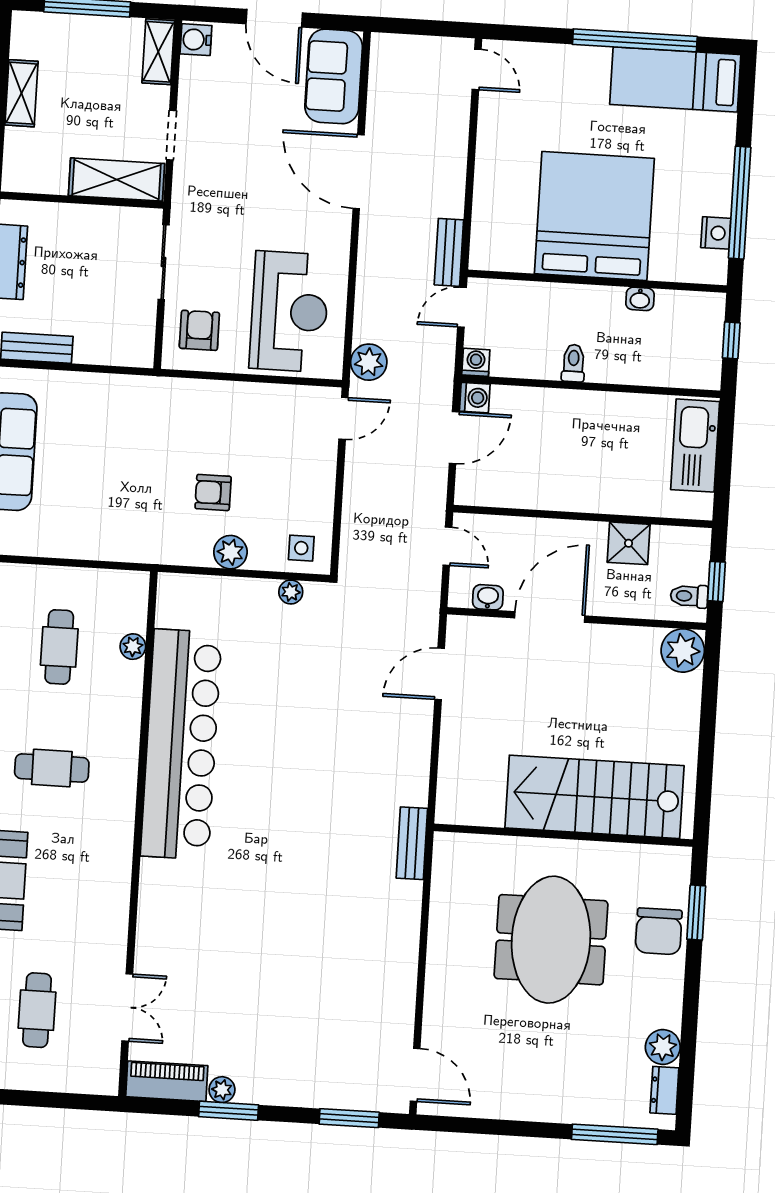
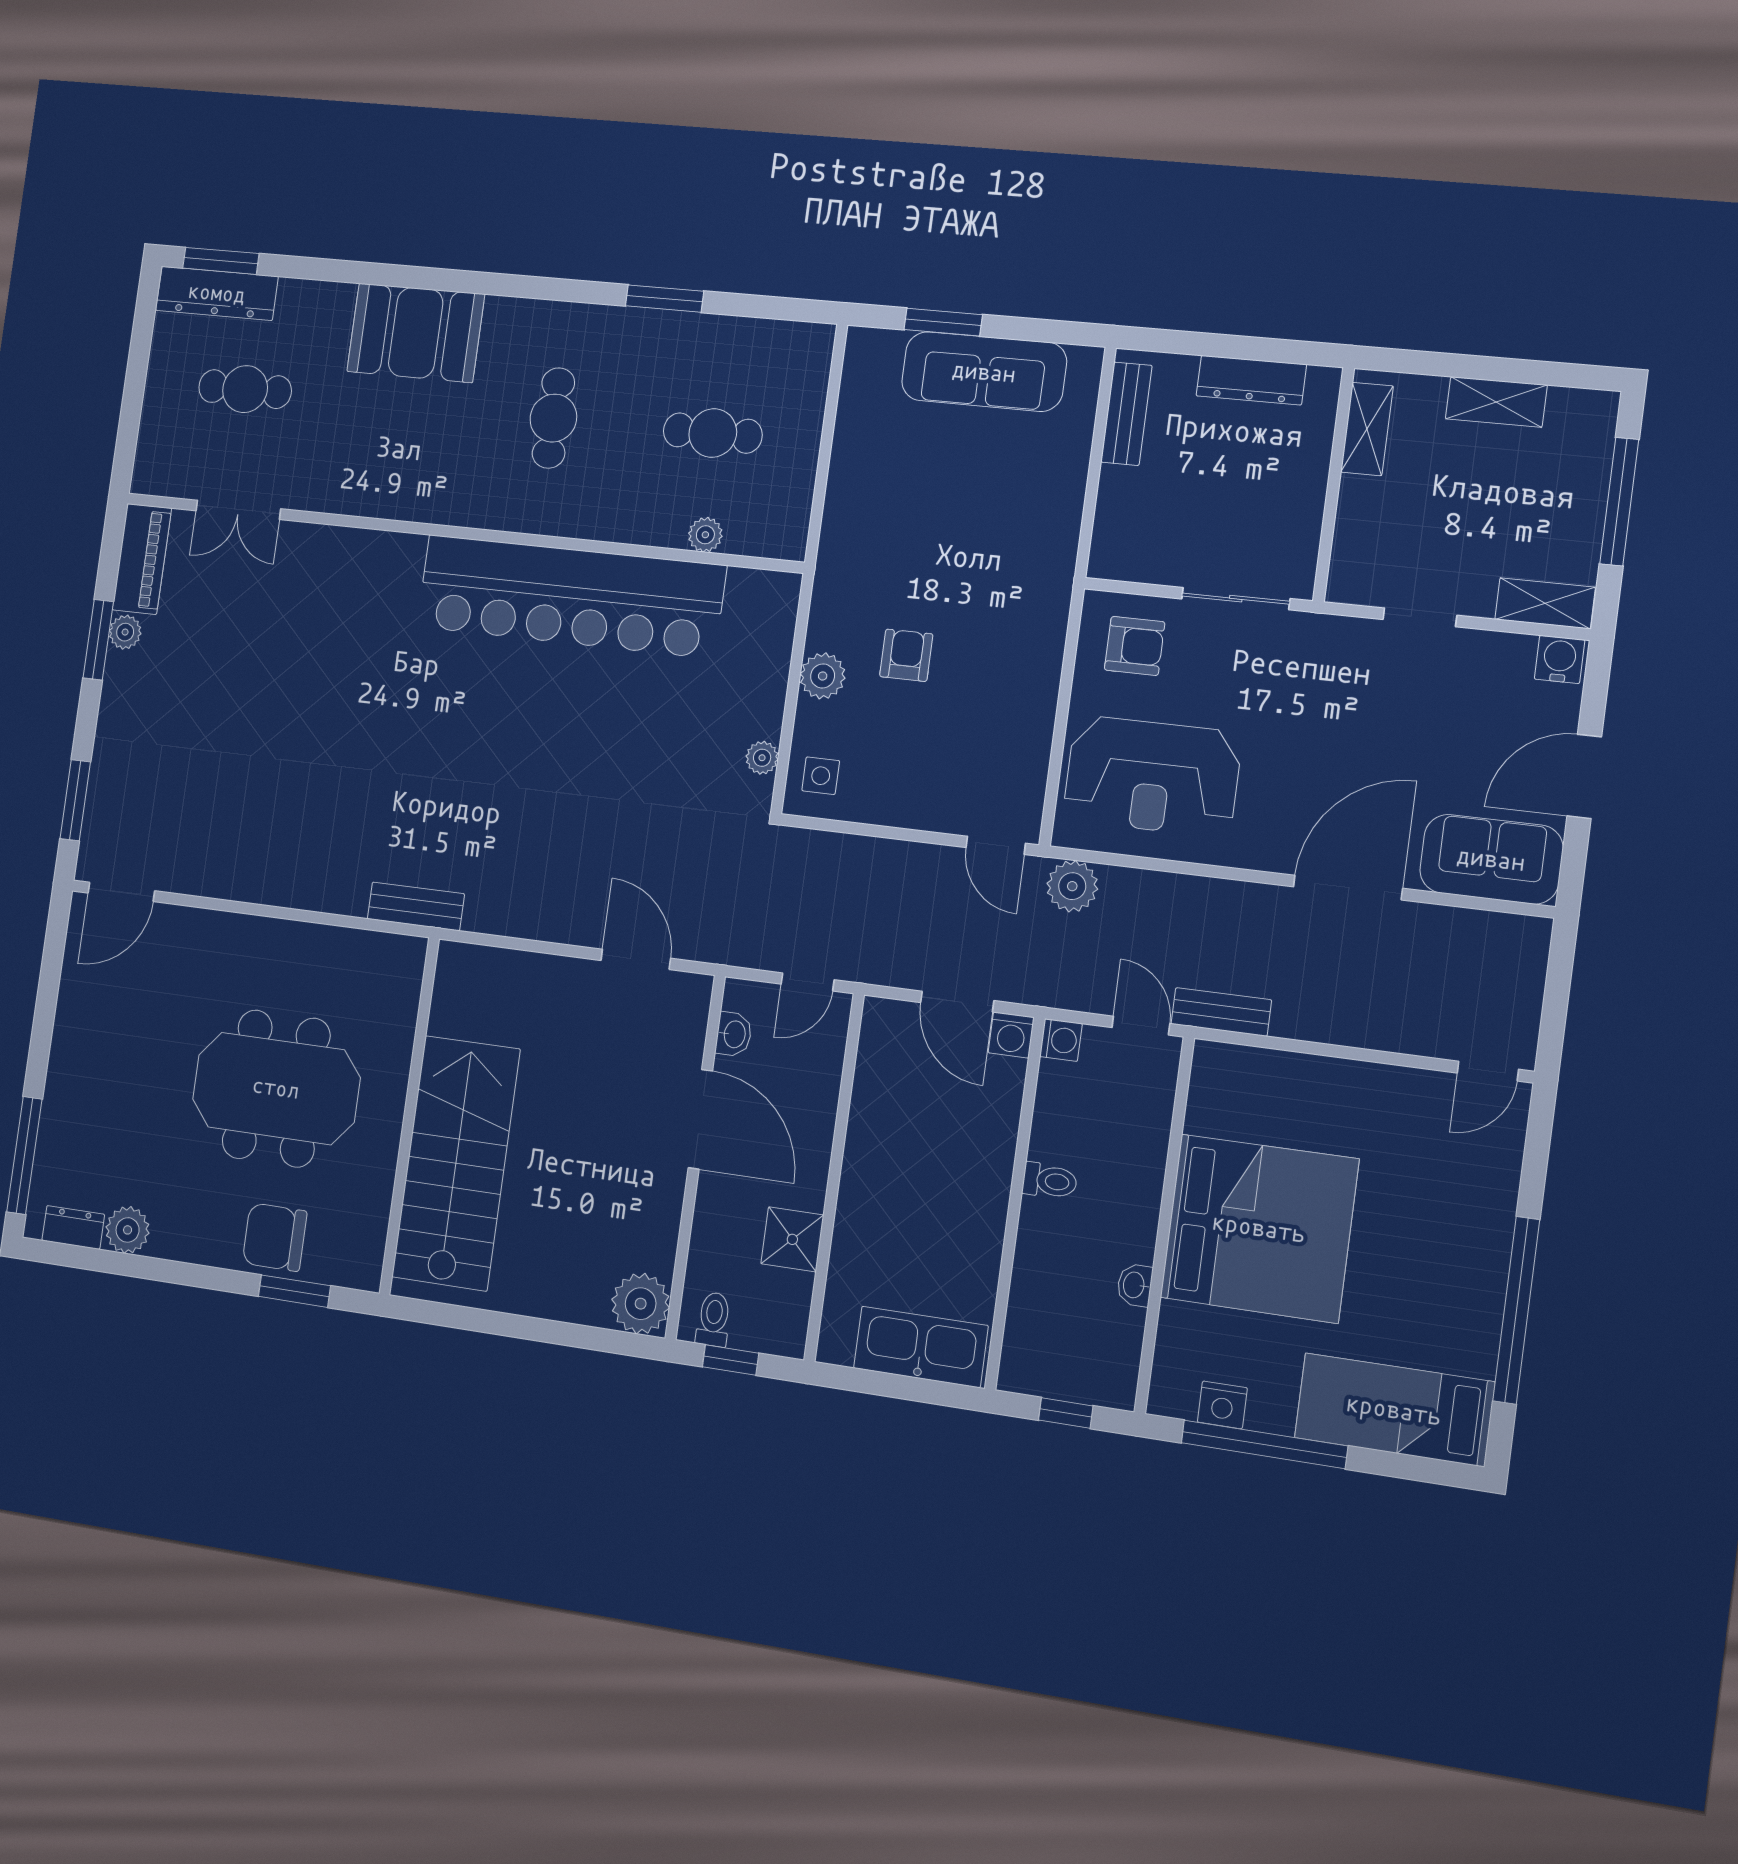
bed: (675, 79) -> (1394, 1410), moved, turned -90
shelving: (117, 180) -> (1367, 429), moved, width x0.67, depth x0.75

